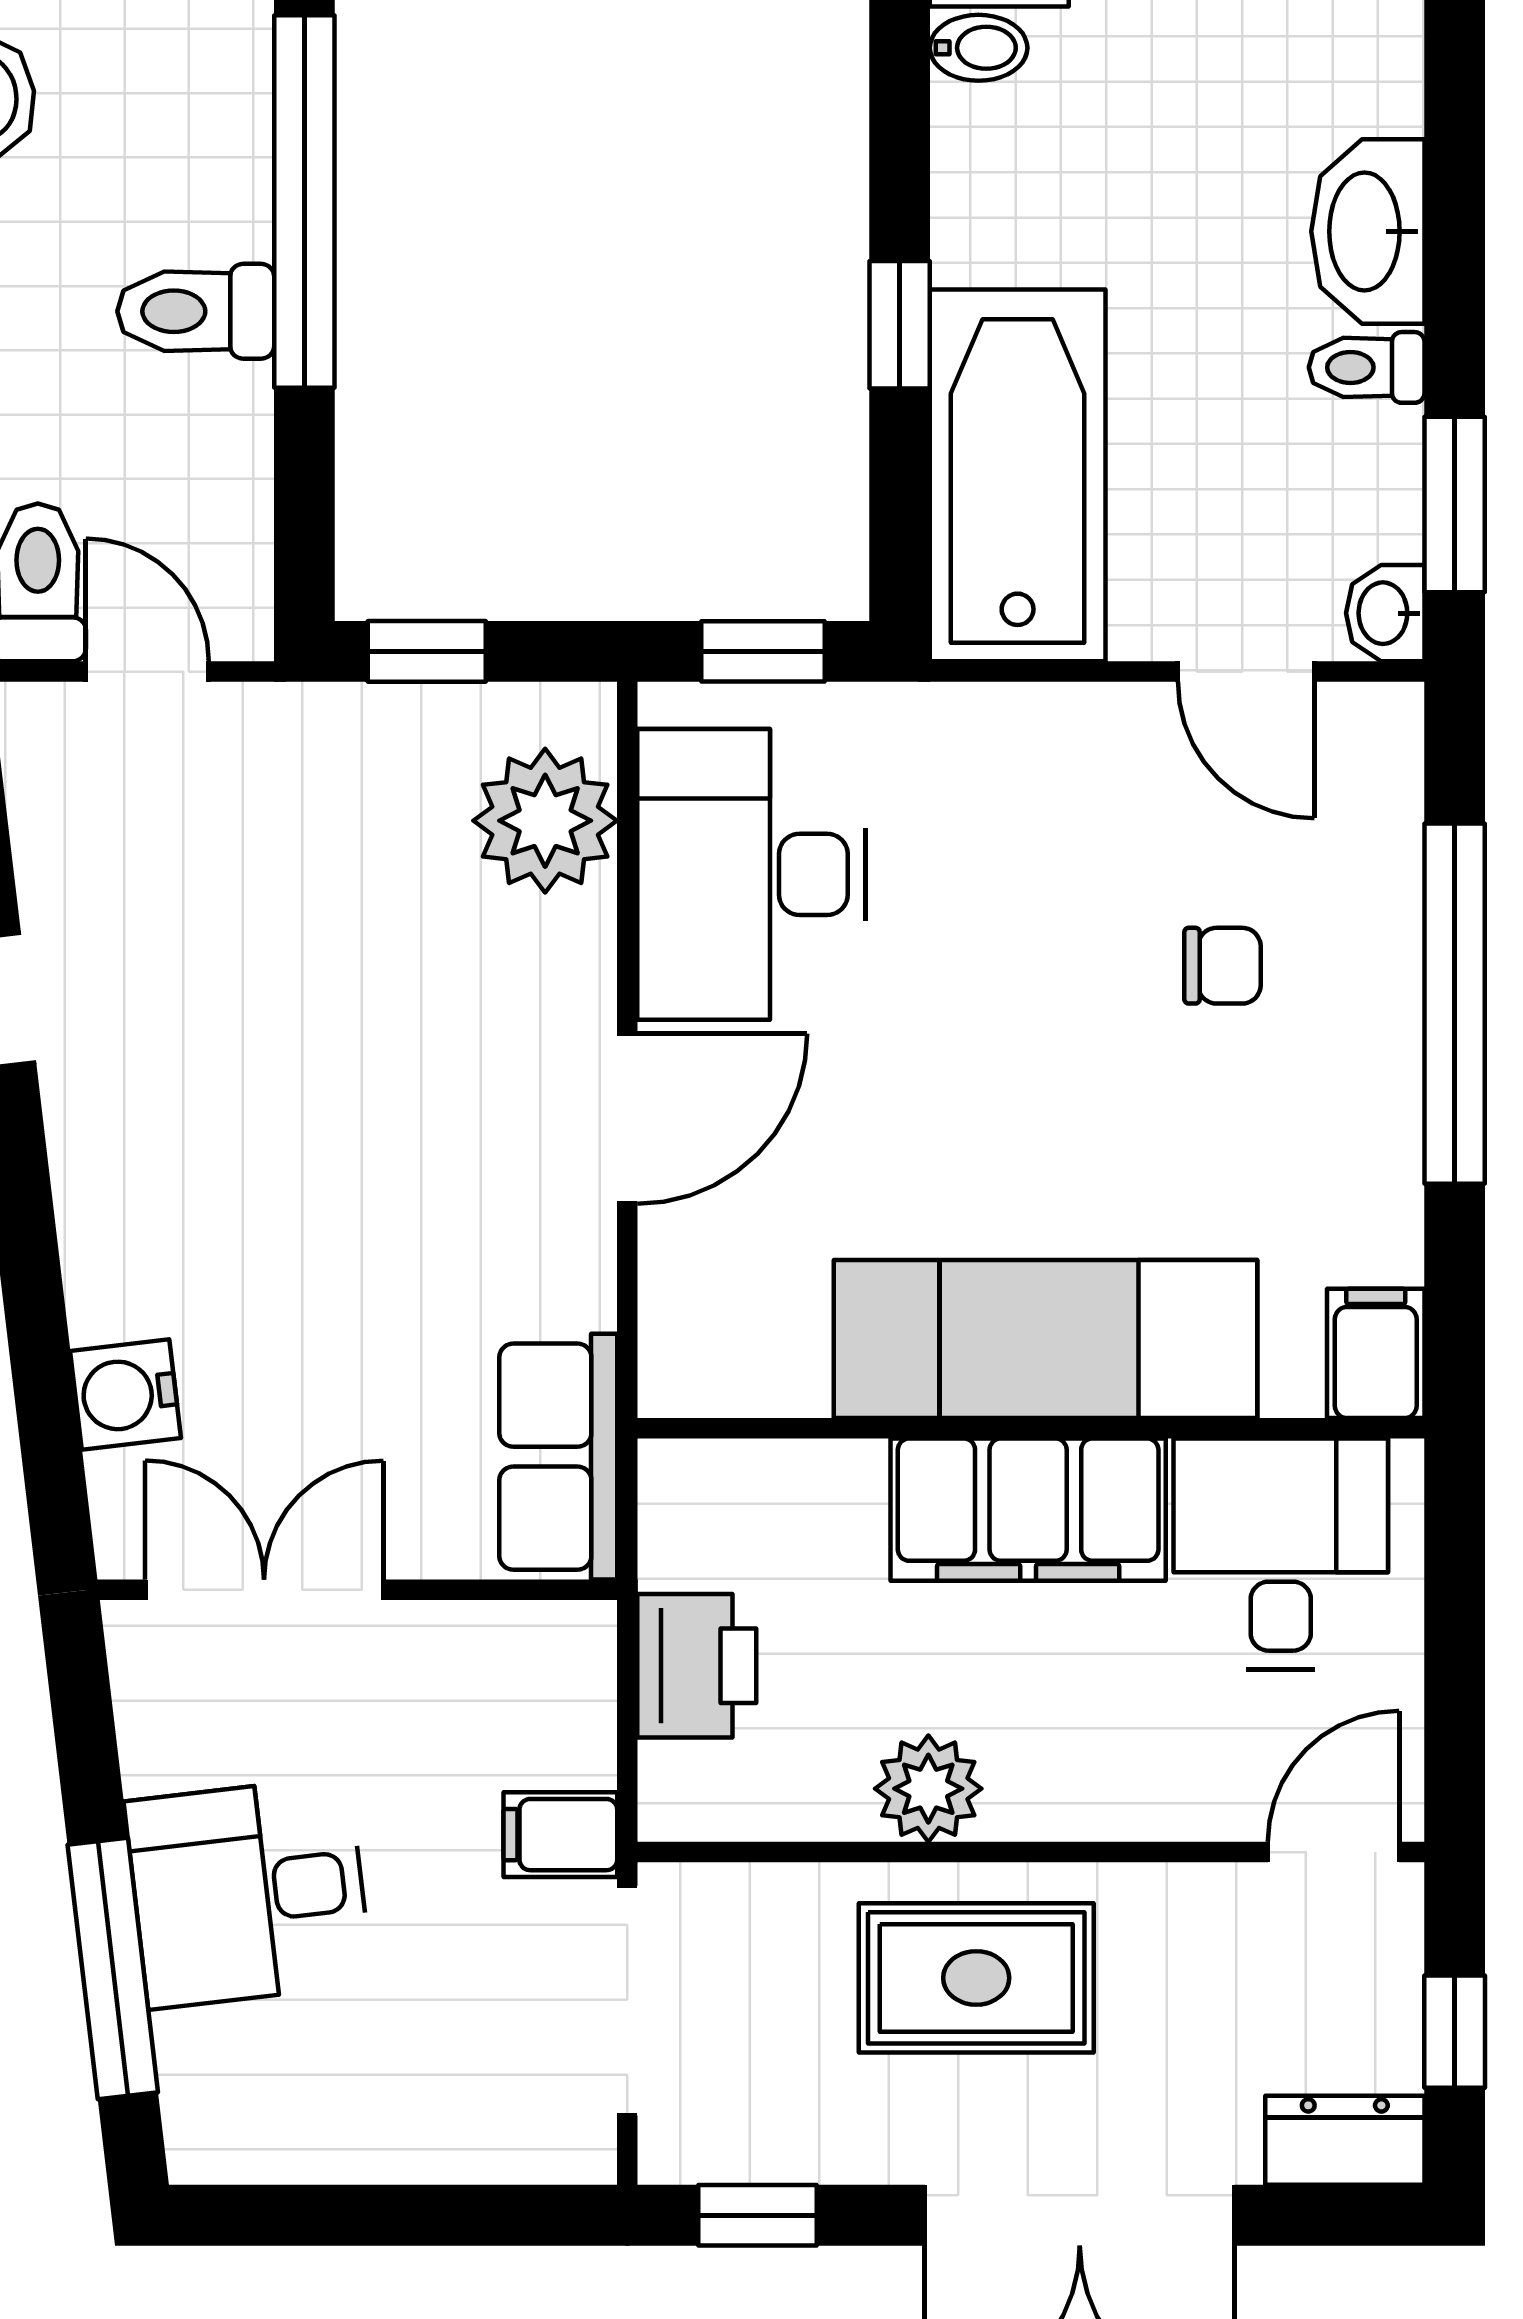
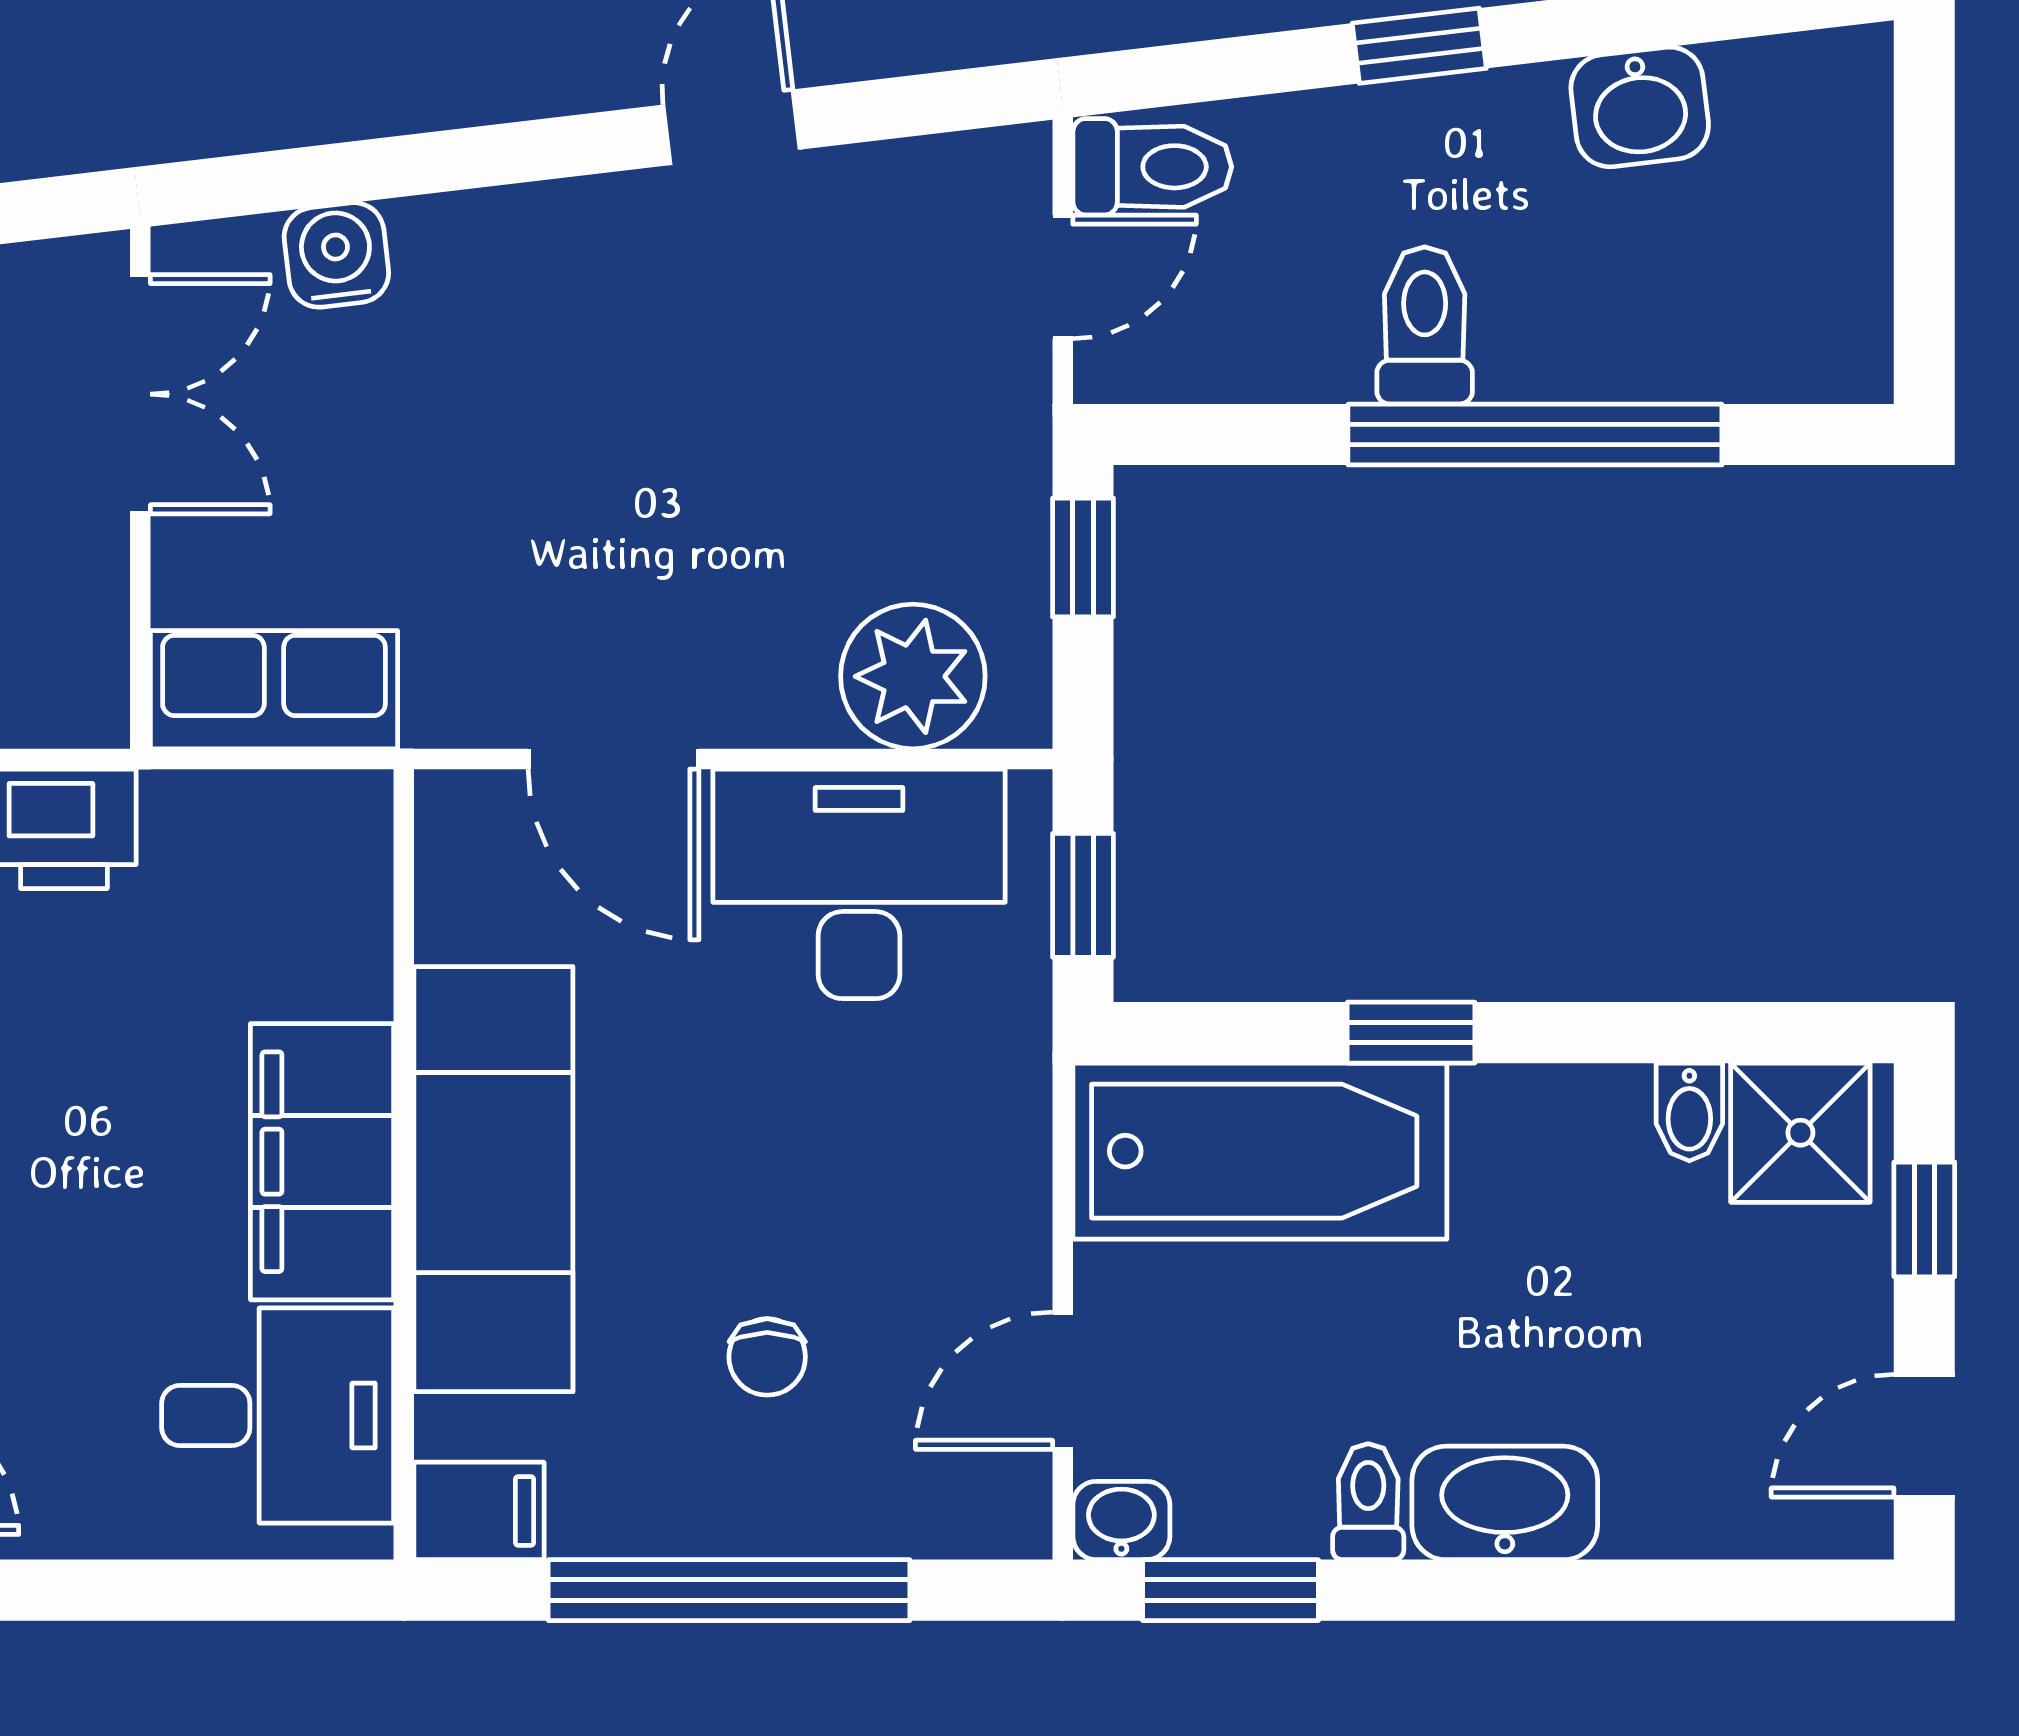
exam couch: (1045, 1339) -> (493, 1179), moved
filing cabinet: (1376, 1353) -> (479, 1511), moved
wall: (1031, 1428) -> (404, 1164), moved
filing cabinet: (1028, 1510) -> (322, 1162), moved
desk: (1281, 1554) -> (278, 1415), moved

